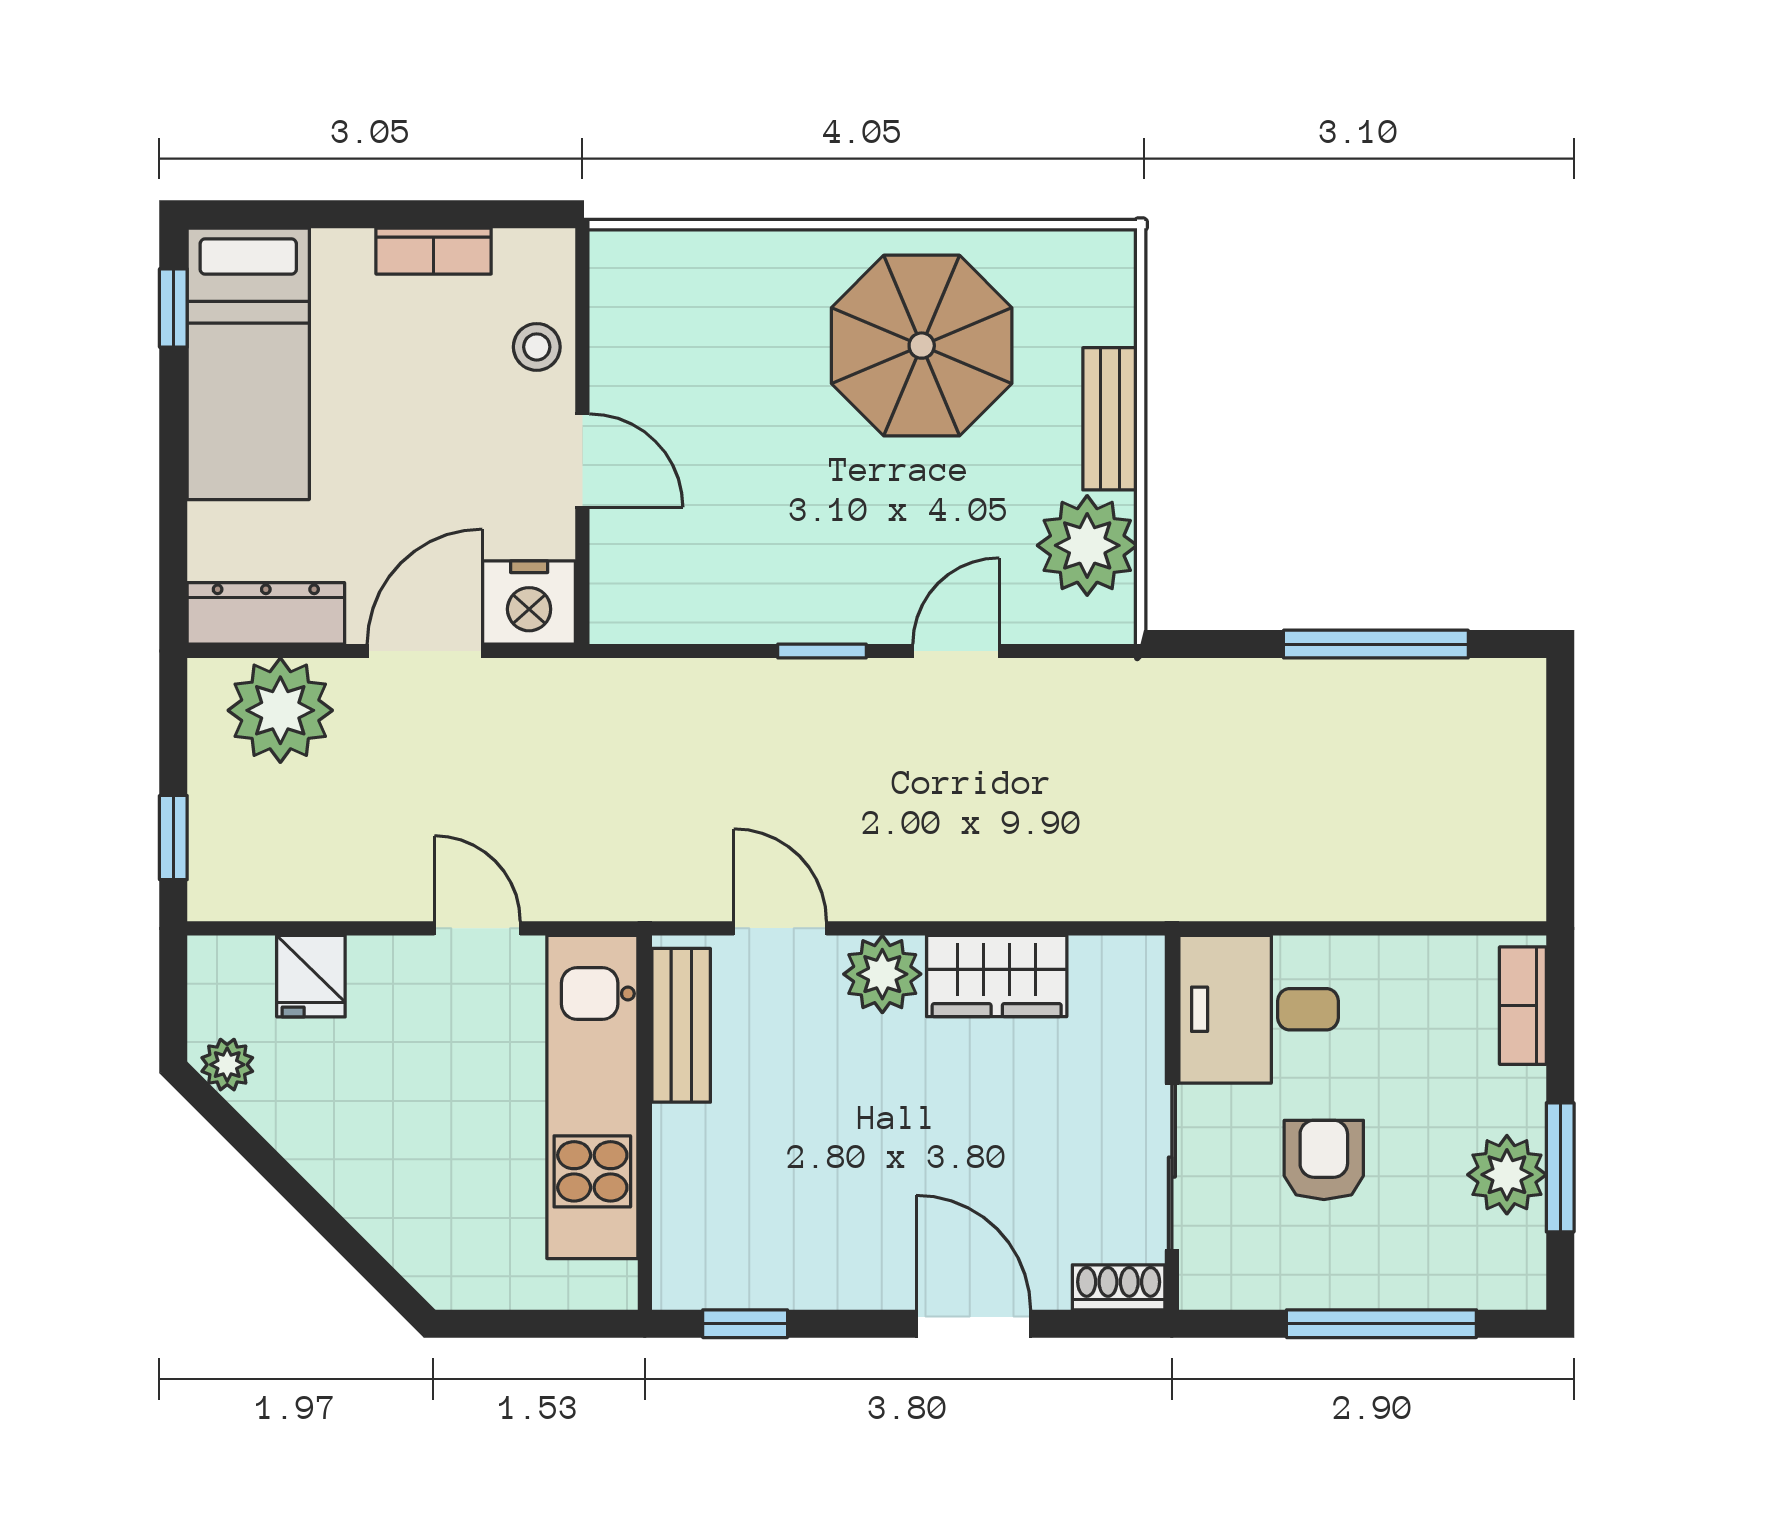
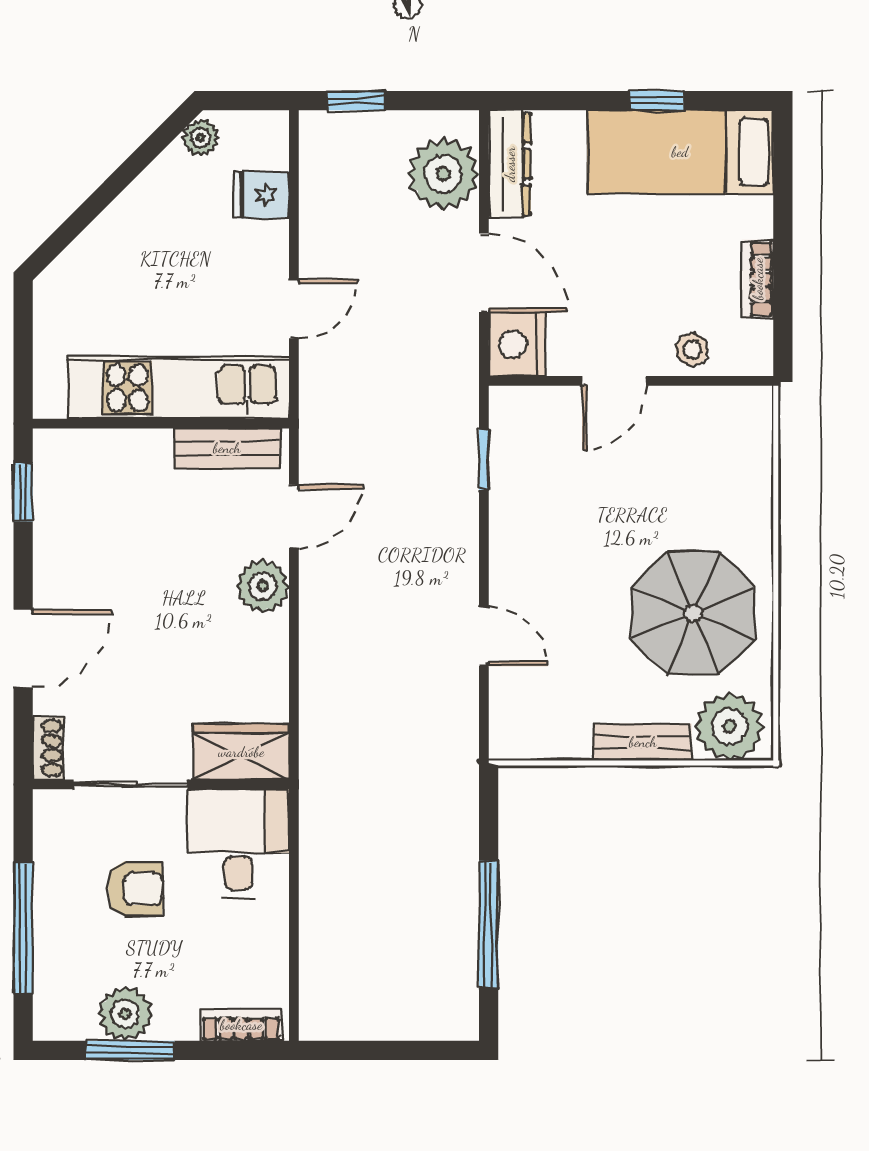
window: (173, 308) -> (656, 101), moved
plant: (1087, 545) -> (730, 726), moved
window: (822, 651) -> (484, 460), moved
wardrobe: (997, 976) -> (241, 752), moved, turned 90

